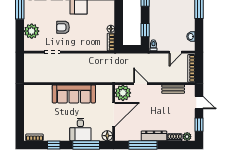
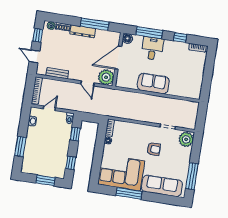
plant: (32, 31) -> (186, 139), moved
sofa: (74, 94) -> (153, 83), width x0.73

